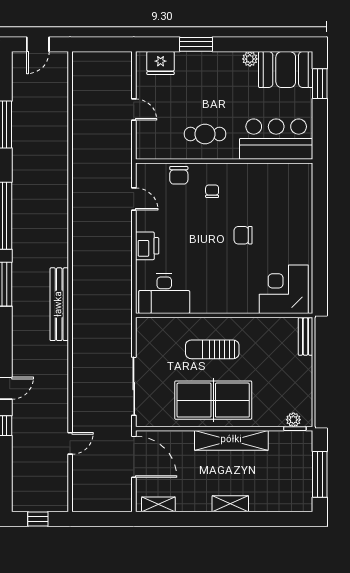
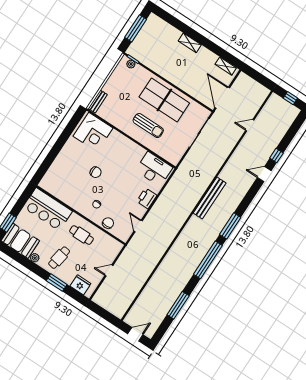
cafe table: (216, 82) -> (59, 258), added
door: (134, 110) -> (109, 270), hinge flipped
shelving: (231, 440) -> (169, 74), removed

